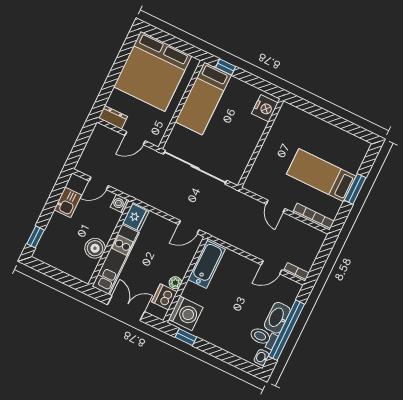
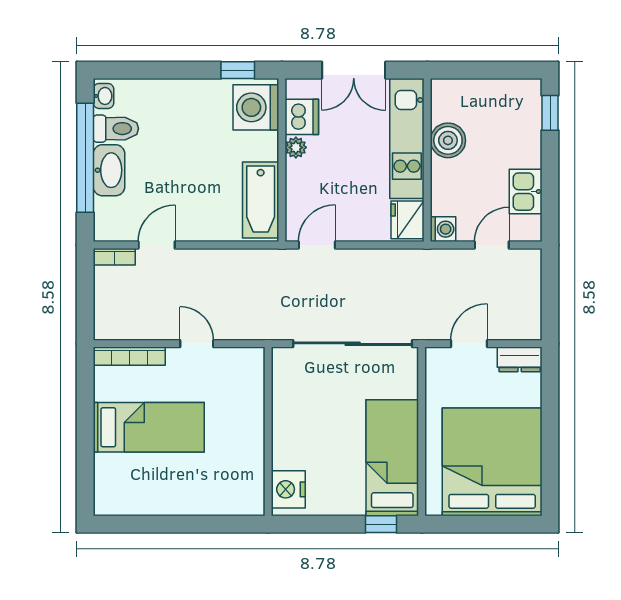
window: (355, 189) -> (85, 432), removed

